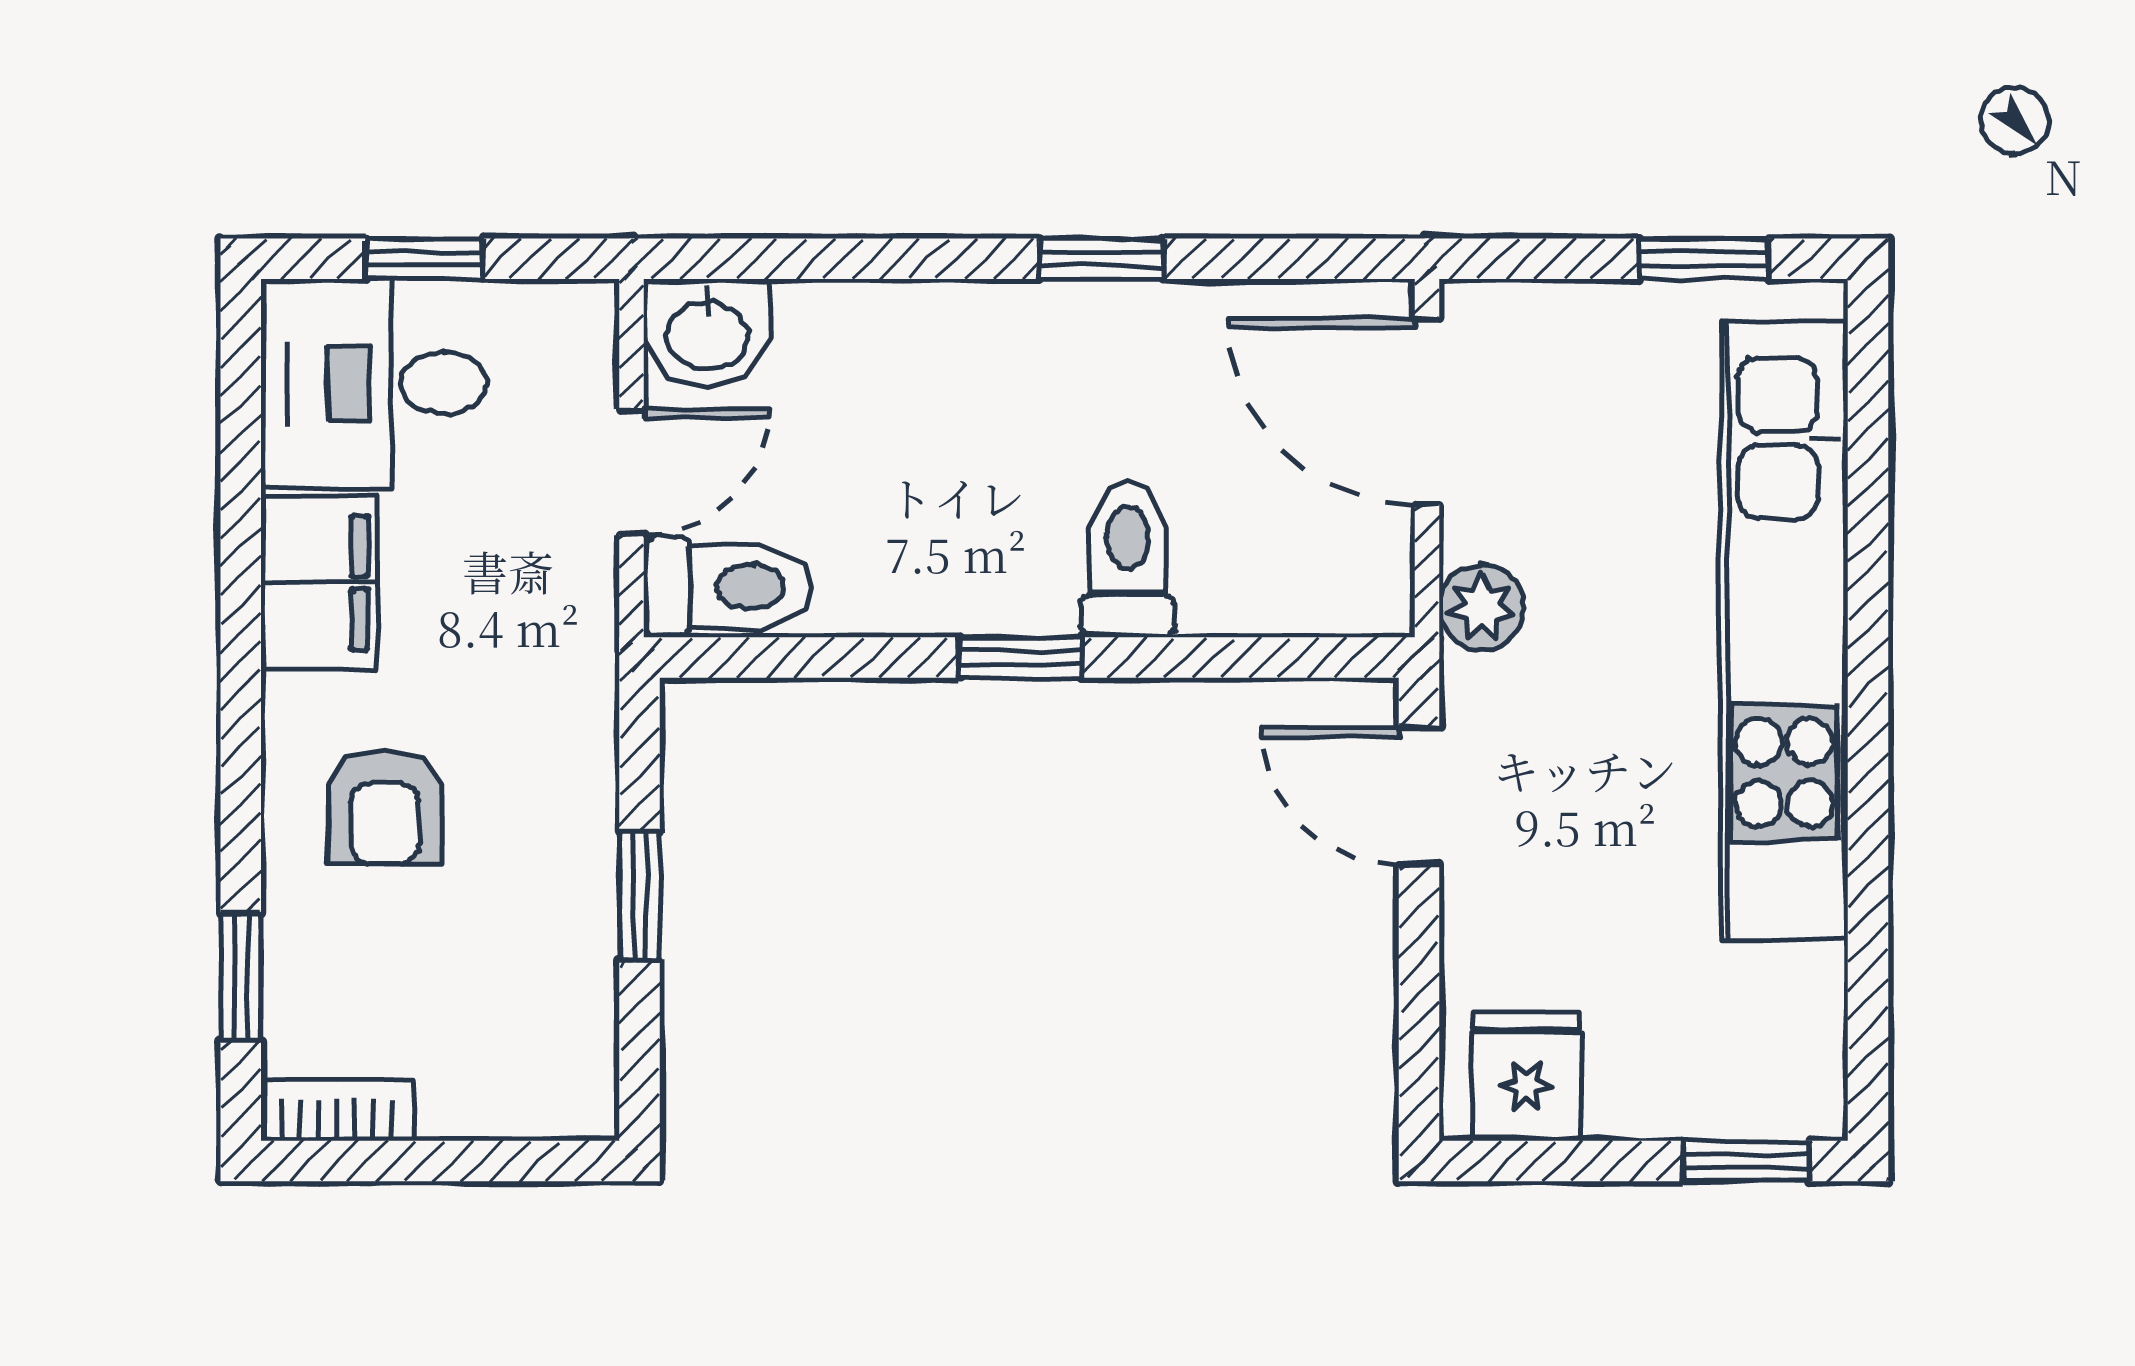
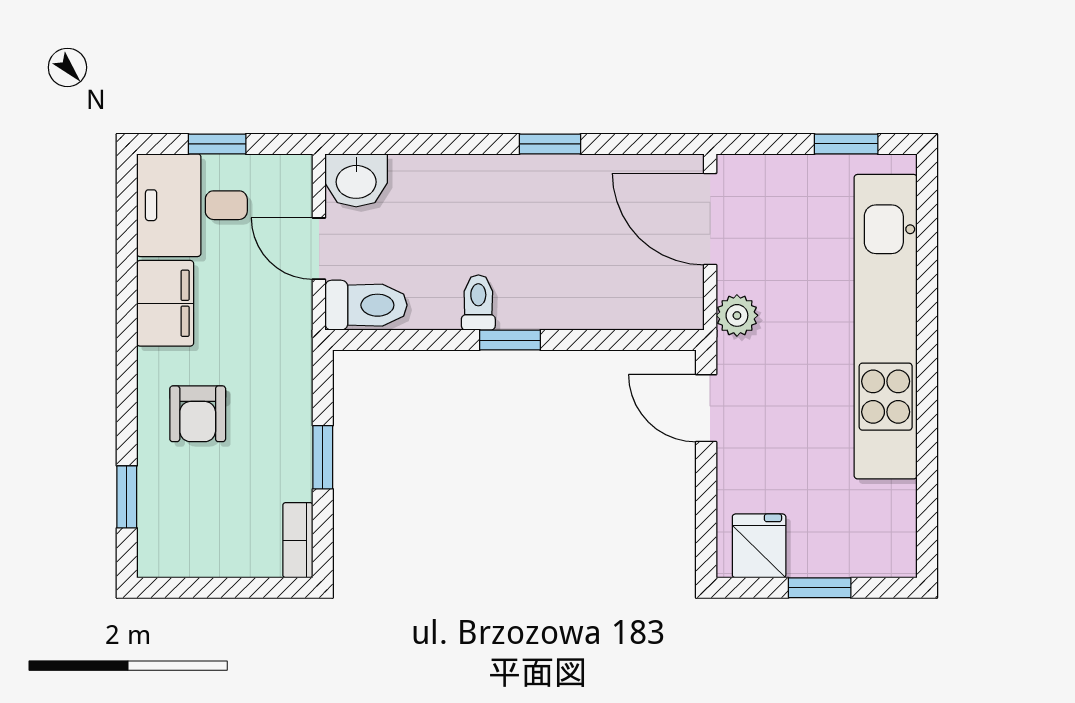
door: (631, 472) -> (319, 249), swing flipped
toilet: (1128, 560) -> (478, 303), moved, width x0.73, depth x0.72
bookcase: (337, 1110) -> (298, 540), moved, turned -90
window: (1746, 1161) -> (820, 588), moved

